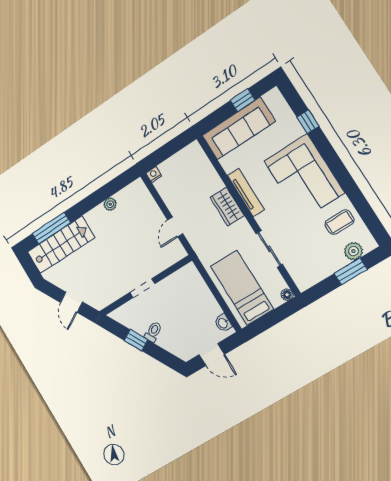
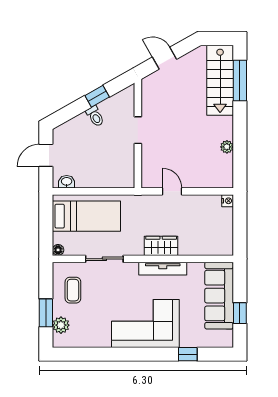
coffee table: (339, 222) -> (73, 290), moved

